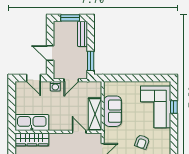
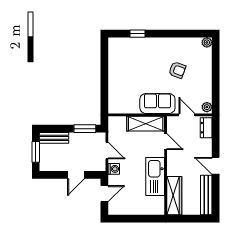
corner sofa: (156, 107) -> (137, 55), removed
sofa: (113, 111) -> (157, 104), moved
kitchen sink: (32, 123) -> (155, 176), moved
door: (79, 132) -> (166, 142), swing flipped

